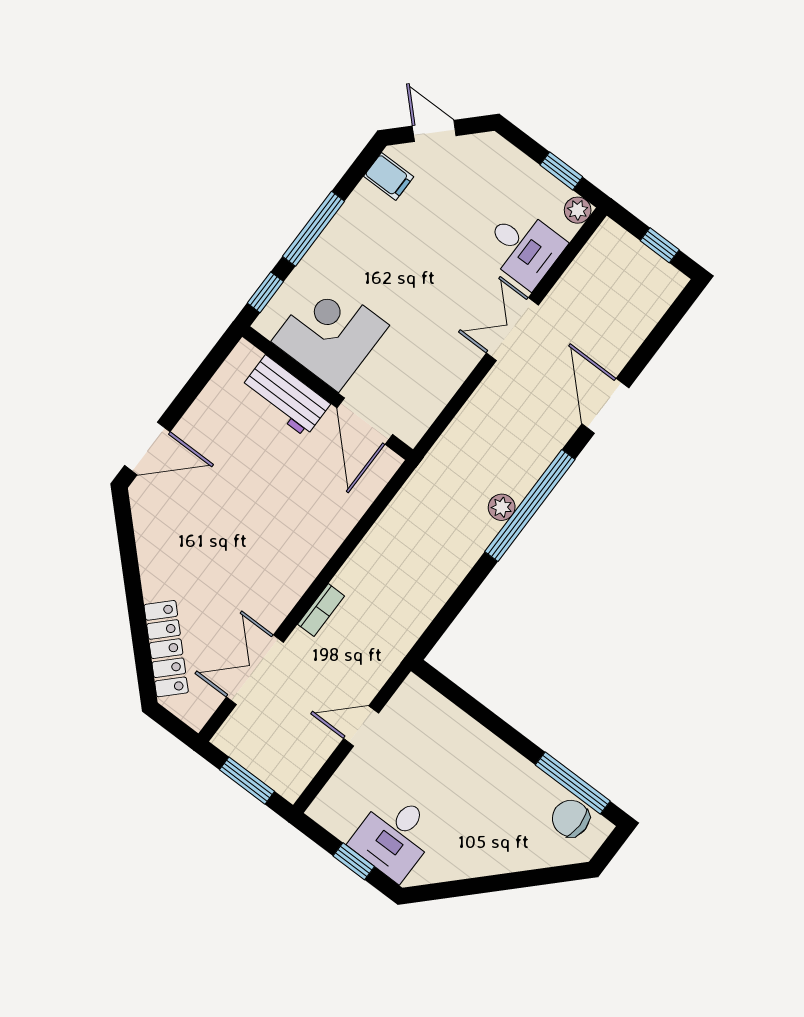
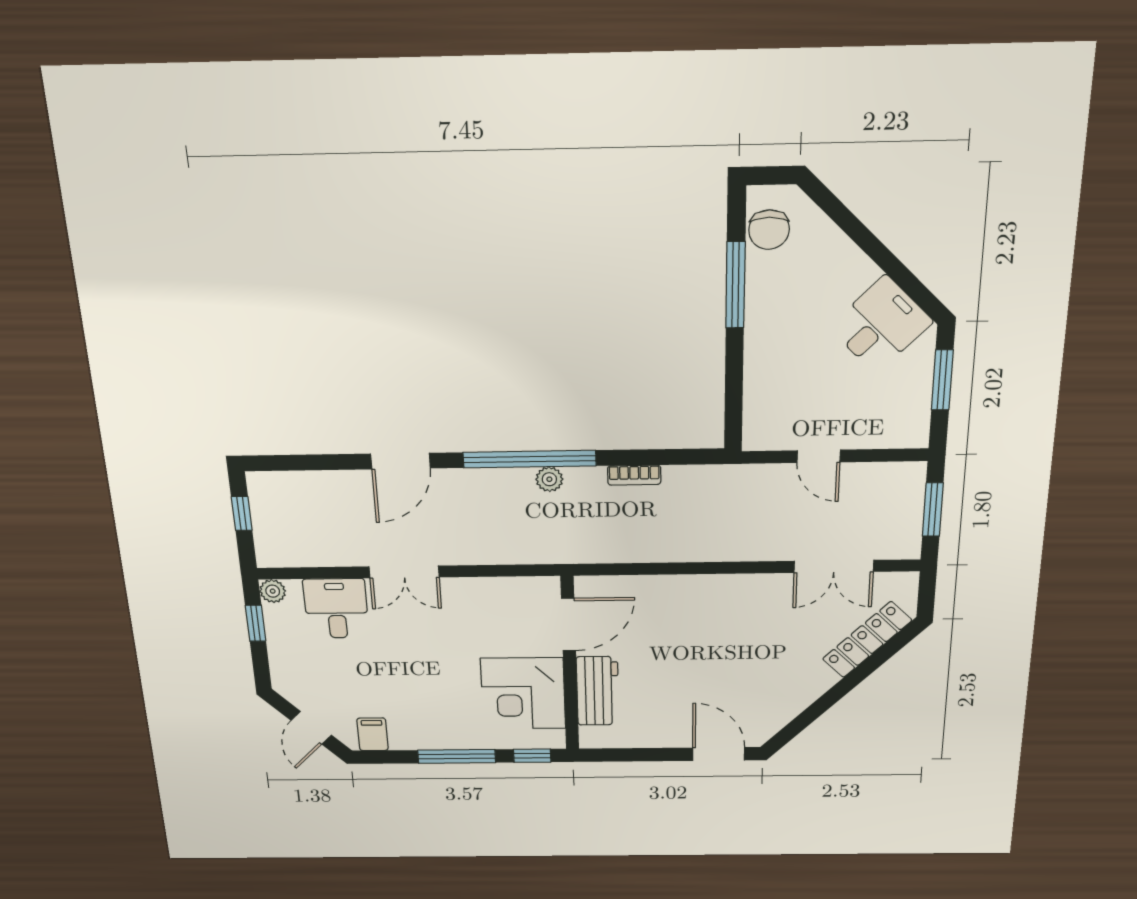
bookcase: (321, 610) -> (634, 475), moved, turned 180
window: (573, 783) -> (735, 285), moved
desk: (394, 836) -> (881, 325), moved, turned -45
window: (354, 861) -> (942, 380), width x1.50

